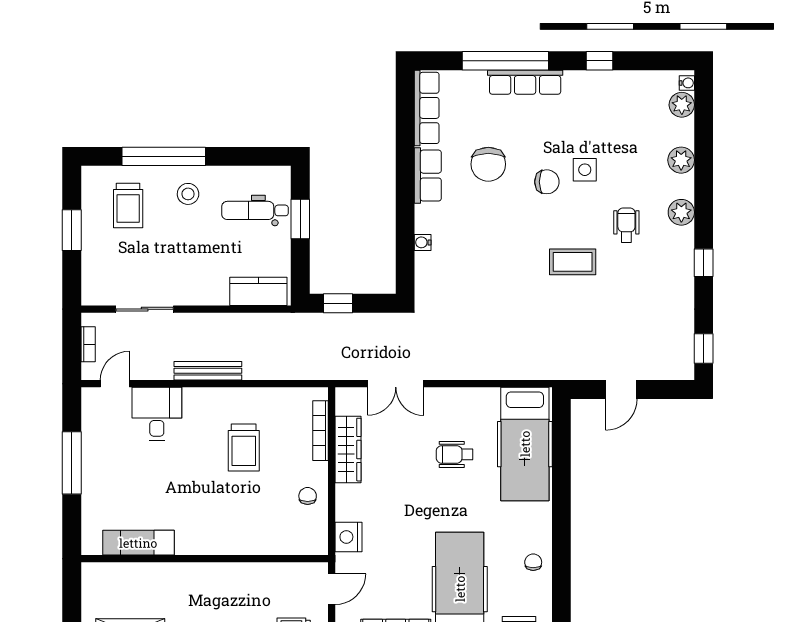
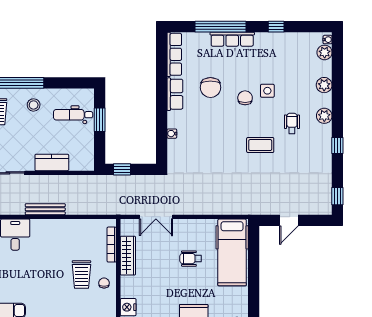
chair: (547, 182) -> (245, 98), turned -90
kitchen counter: (258, 291) -> (52, 162), moved
trolley: (244, 448) -> (81, 275), moved

